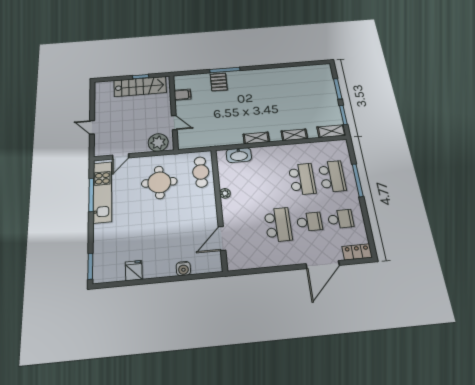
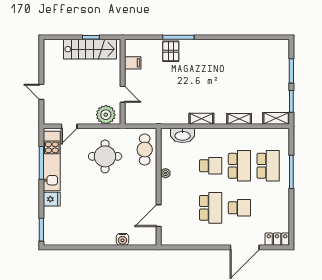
school desk: (341, 219) -> (211, 166), moved
fridge: (134, 271) -> (52, 199), moved, turned 90

